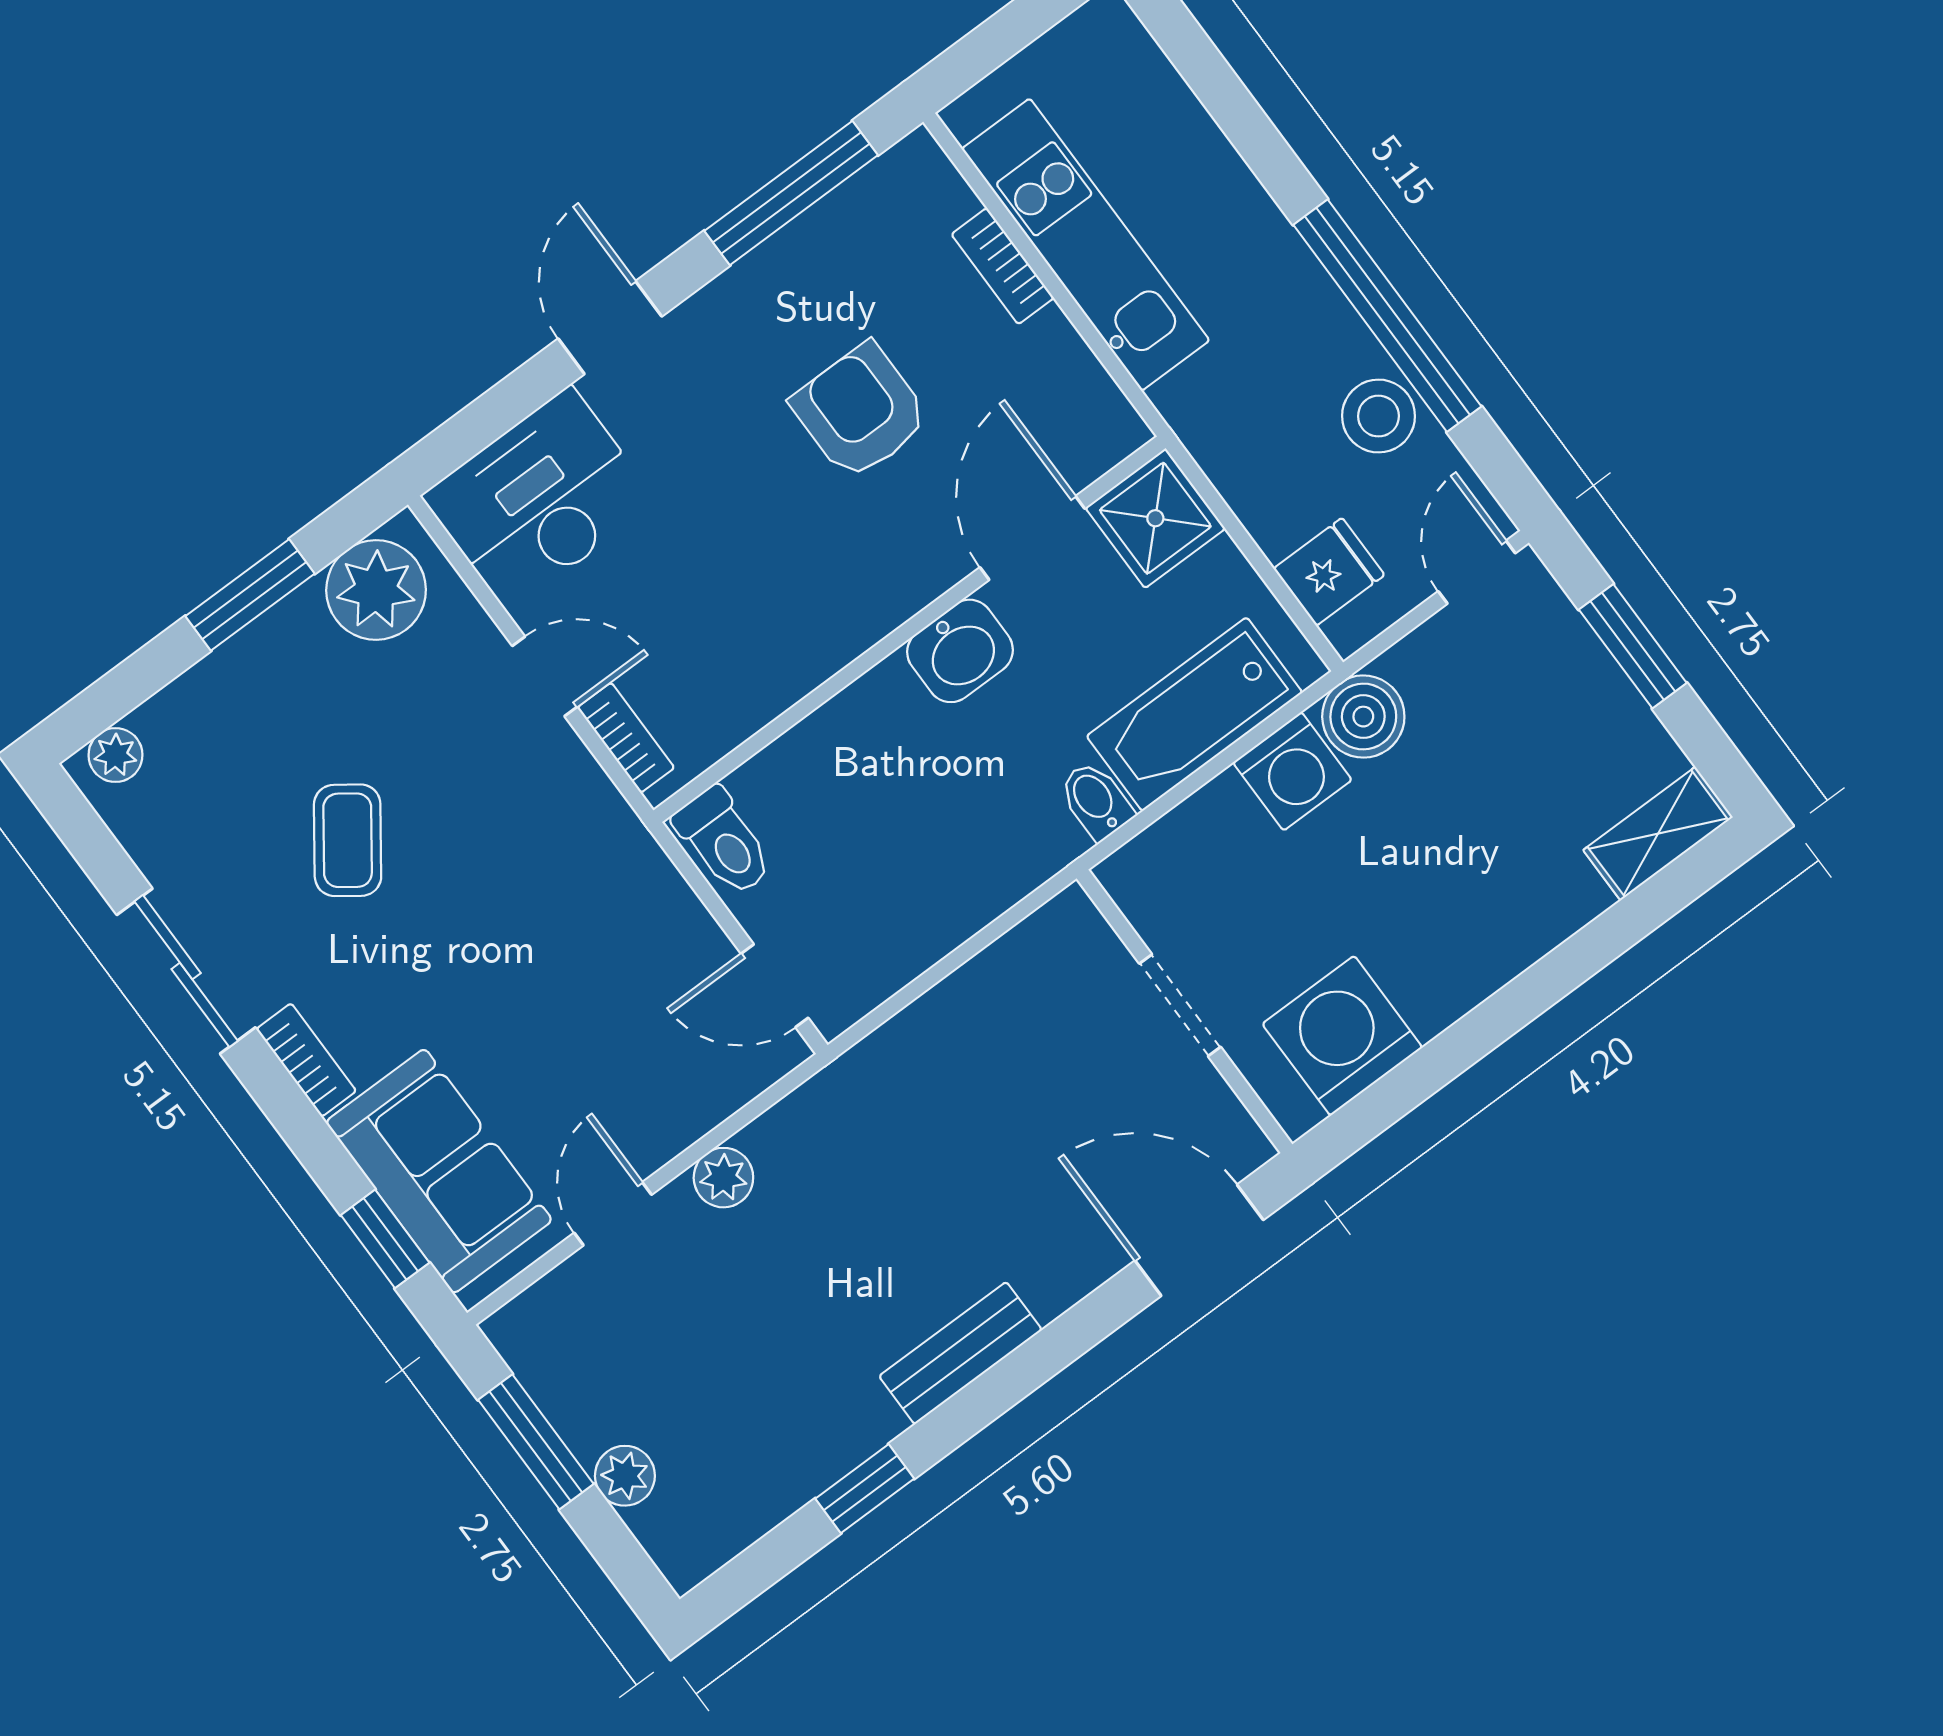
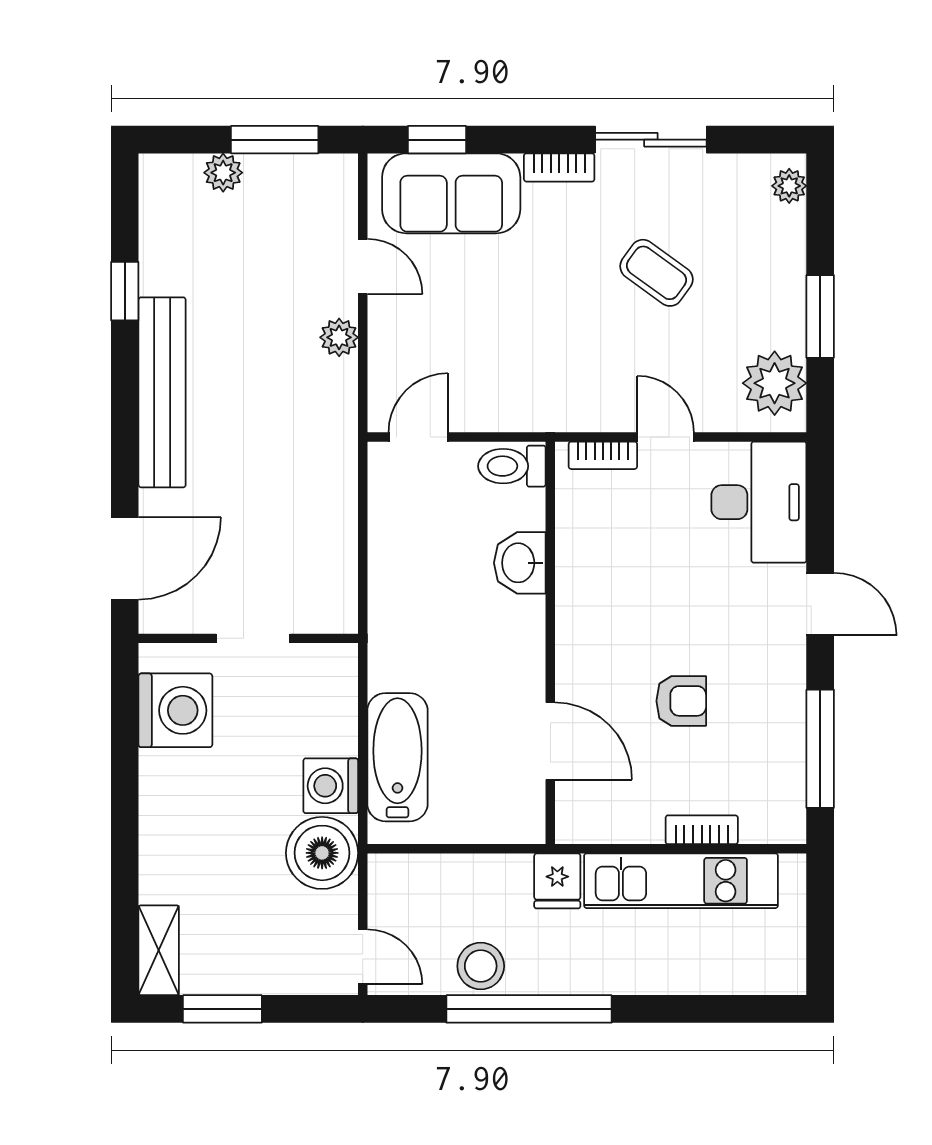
armchair: (860, 411) -> (681, 701), width x0.72, depth x0.72
shower: (1155, 518) -> (513, 812), removed
fridge: (1329, 572) -> (557, 881), moved
window: (1633, 646) -> (222, 1009), moved
washbasin: (960, 651) -> (520, 563), moved
door: (545, 676) -> (665, 437), swing flipped
boiler: (1363, 717) -> (322, 853), width x1.37, depth x1.37
bidet: (1096, 800) -> (391, 673), removed
bench: (961, 1353) -> (162, 392), width x1.86, depth x1.21

